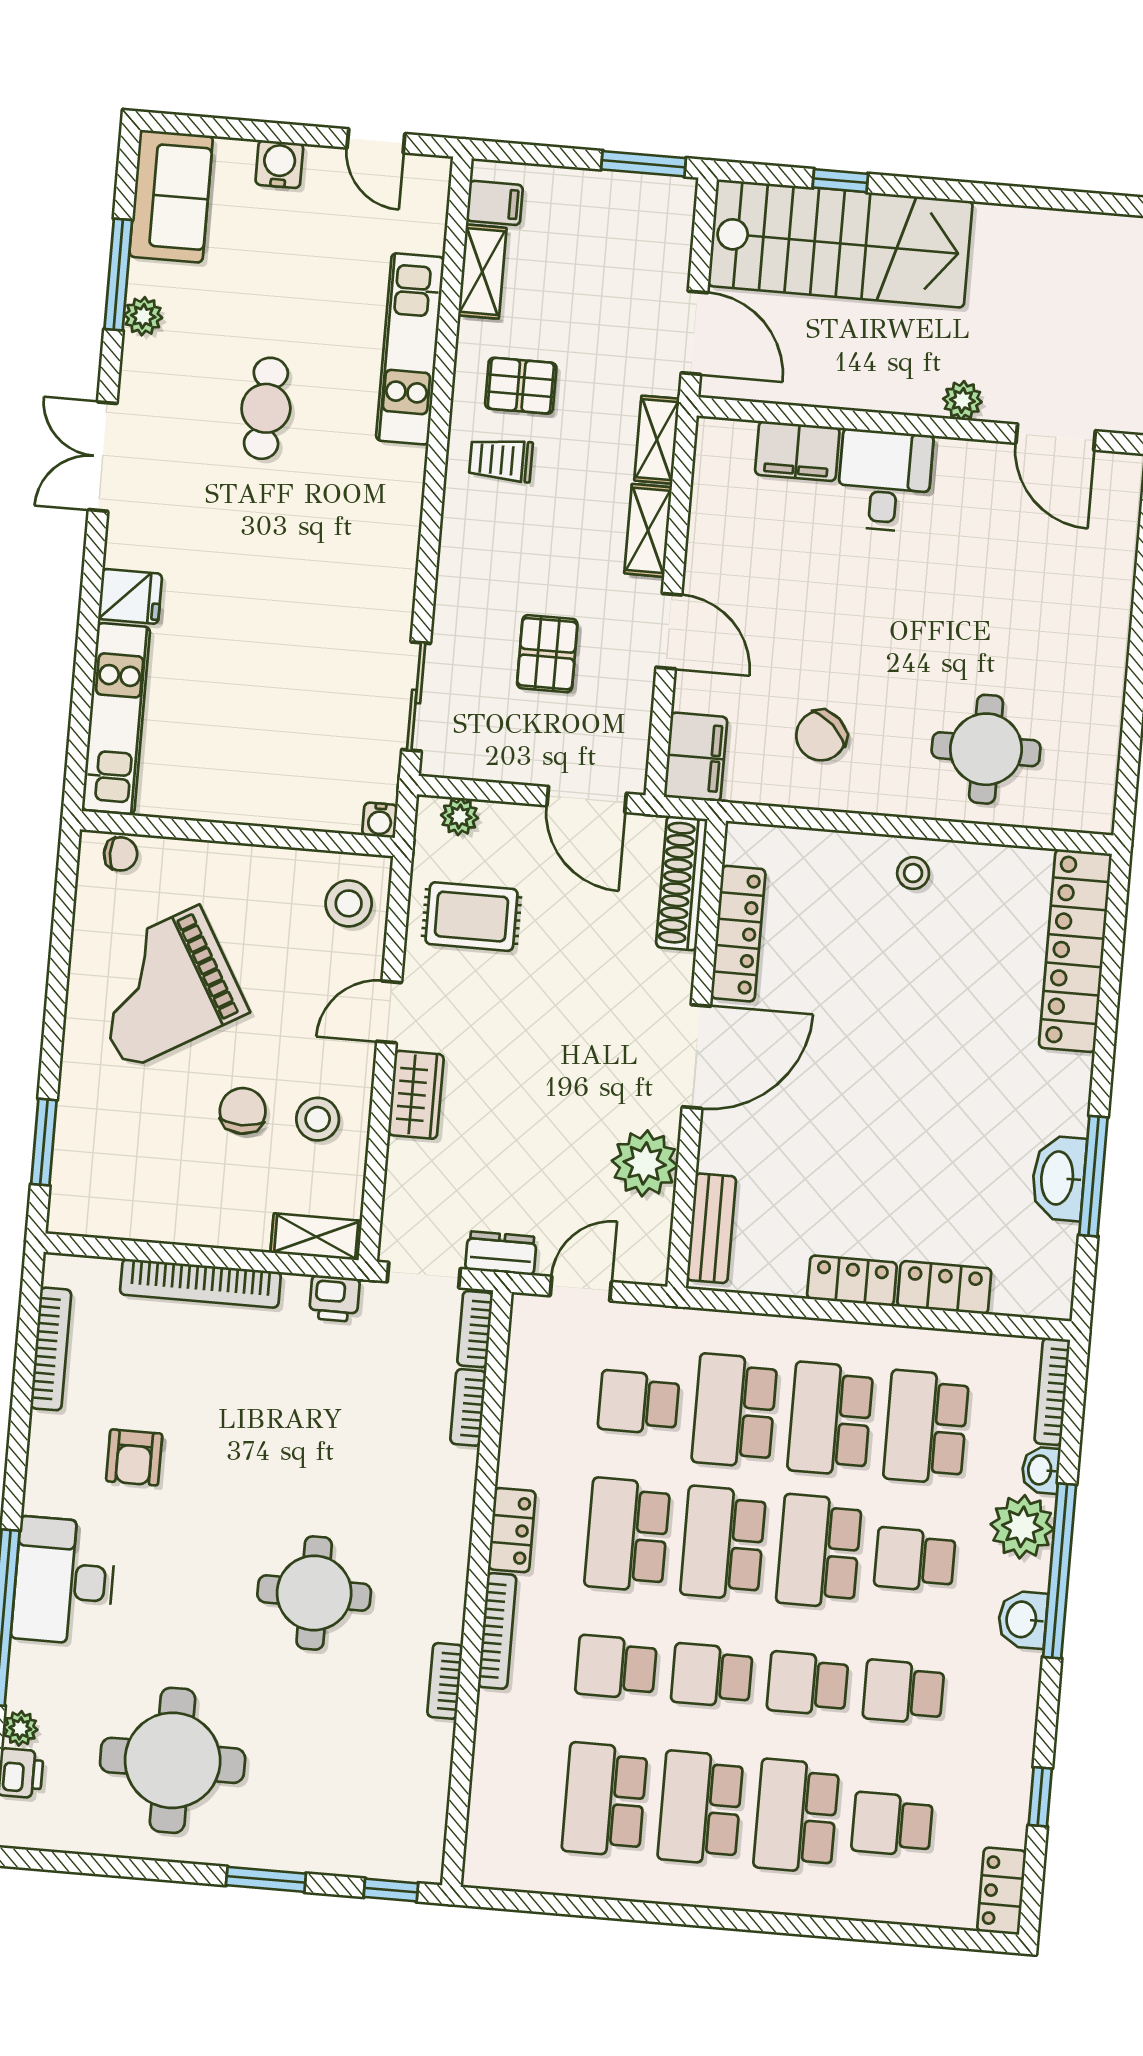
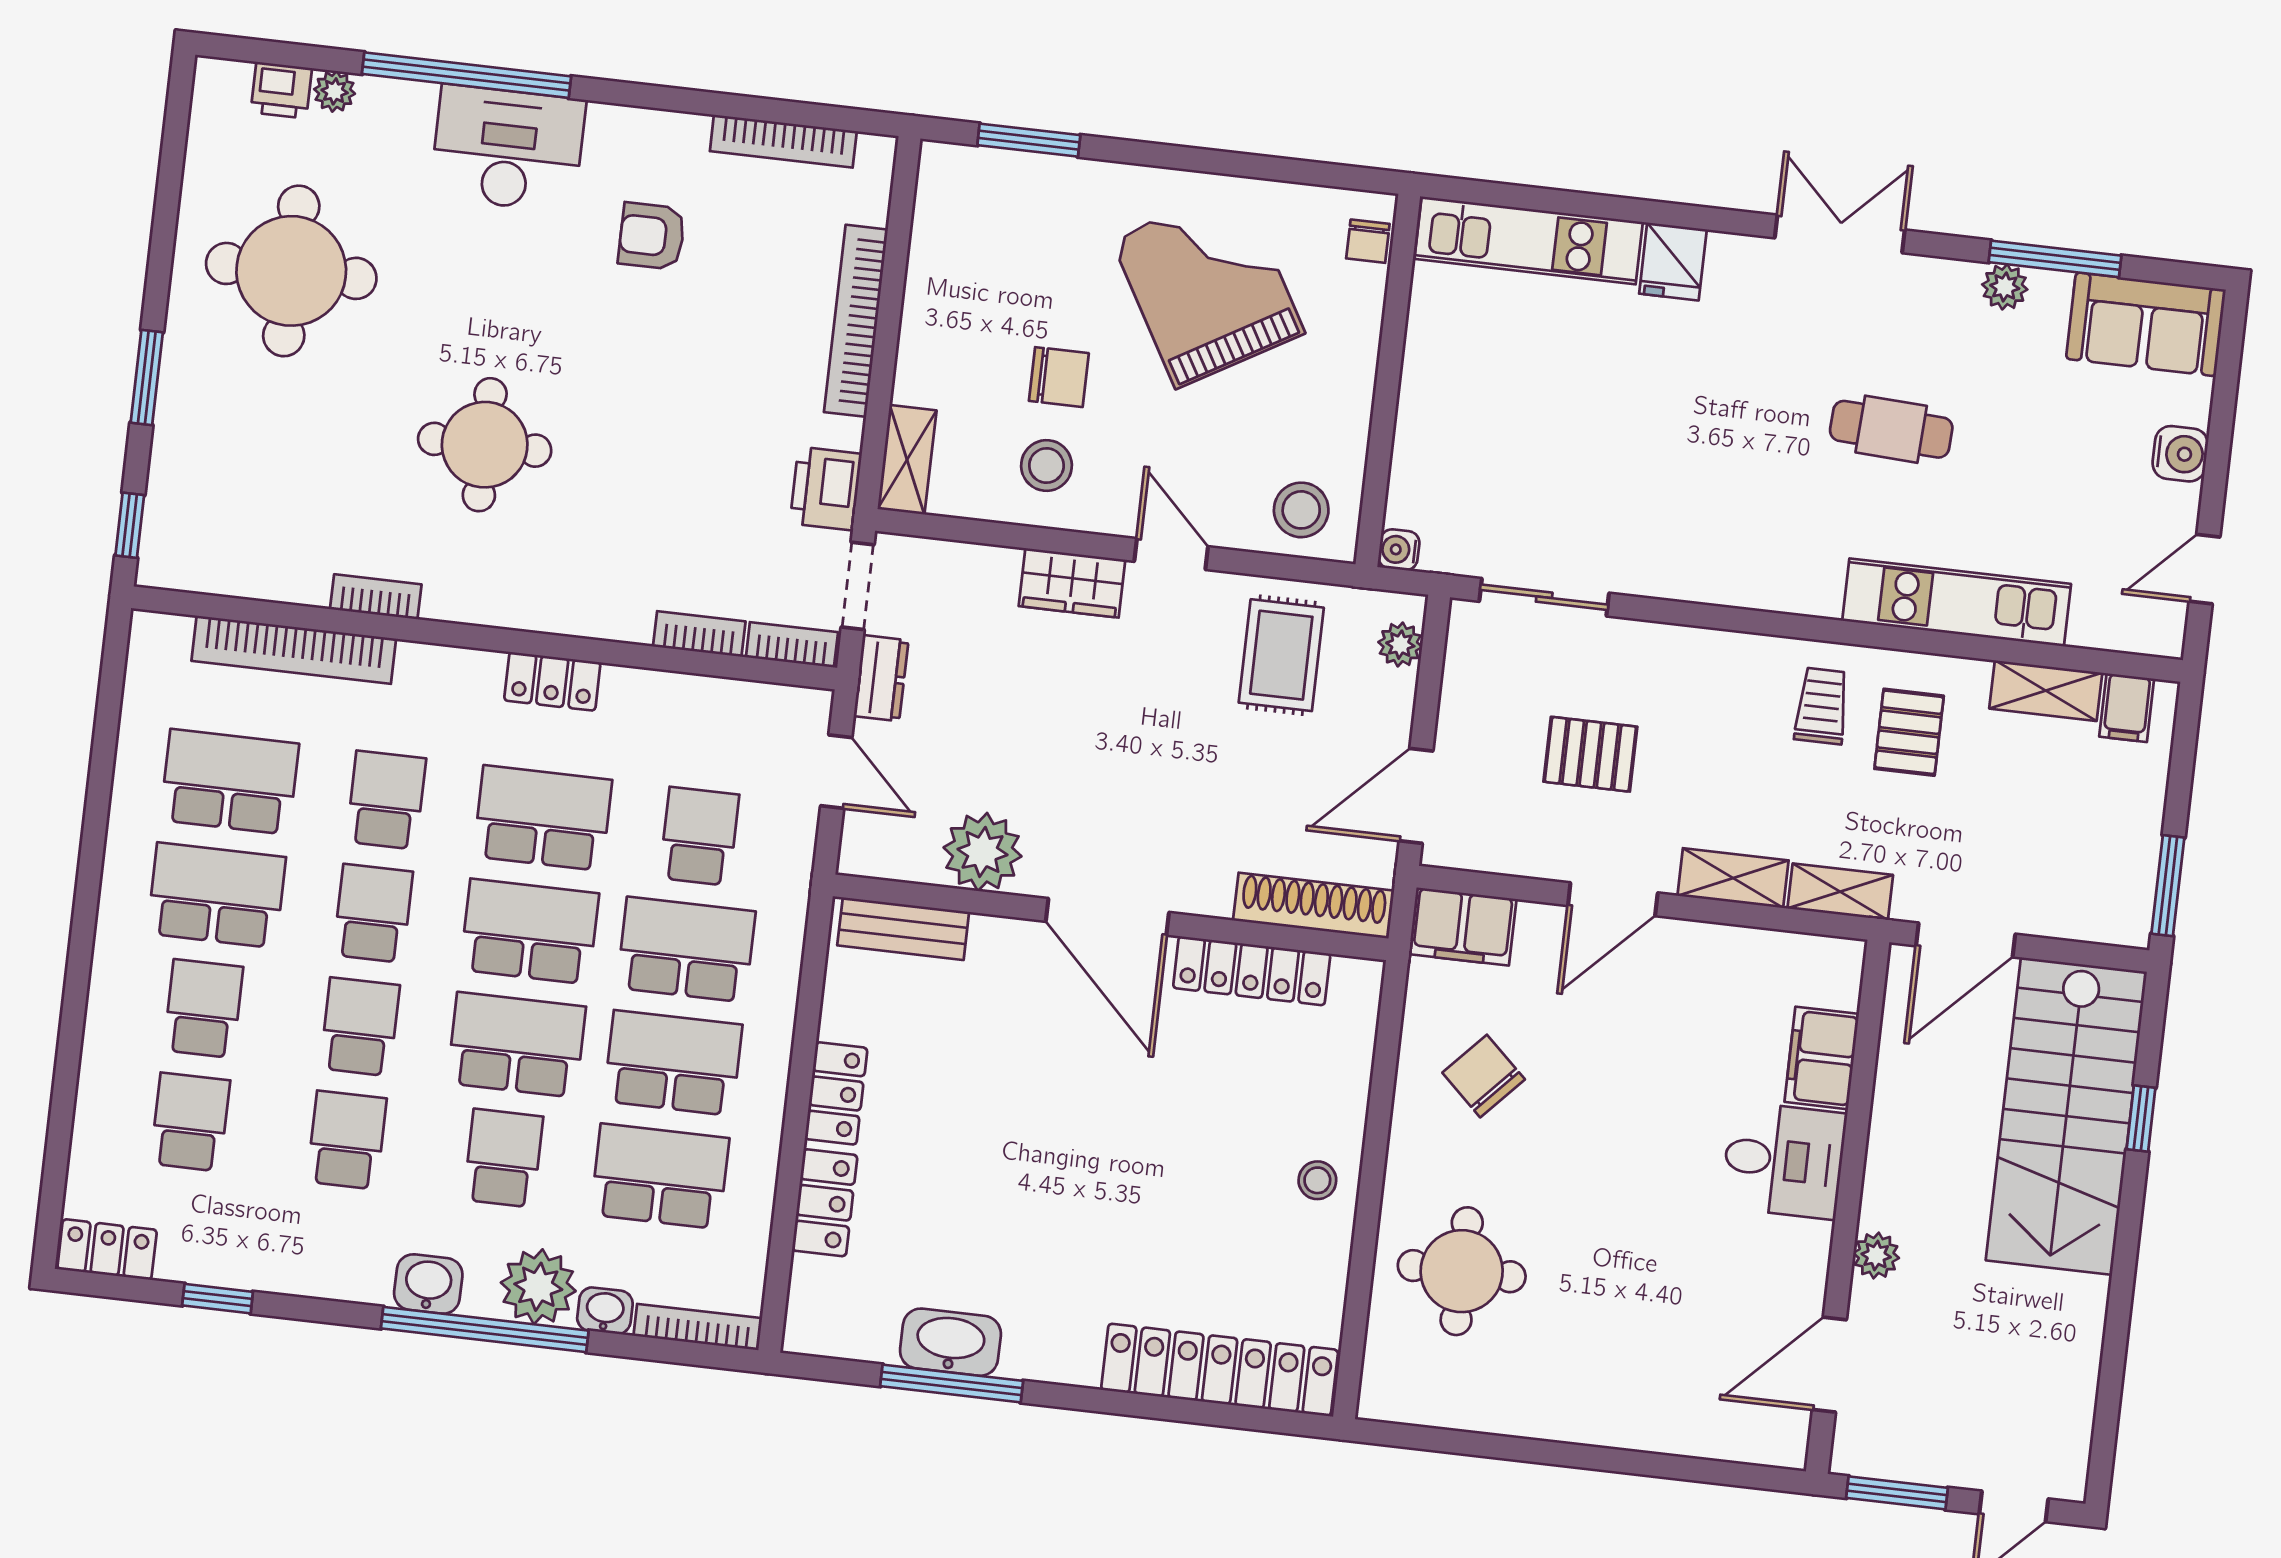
printer: (334, 1298) -> (826, 489), width x1.36, depth x1.24
bookcase: (497, 1631) -> (294, 650), moved, width x1.48, depth x1.31
school desk: (796, 1816) -> (203, 1009), width x0.54

